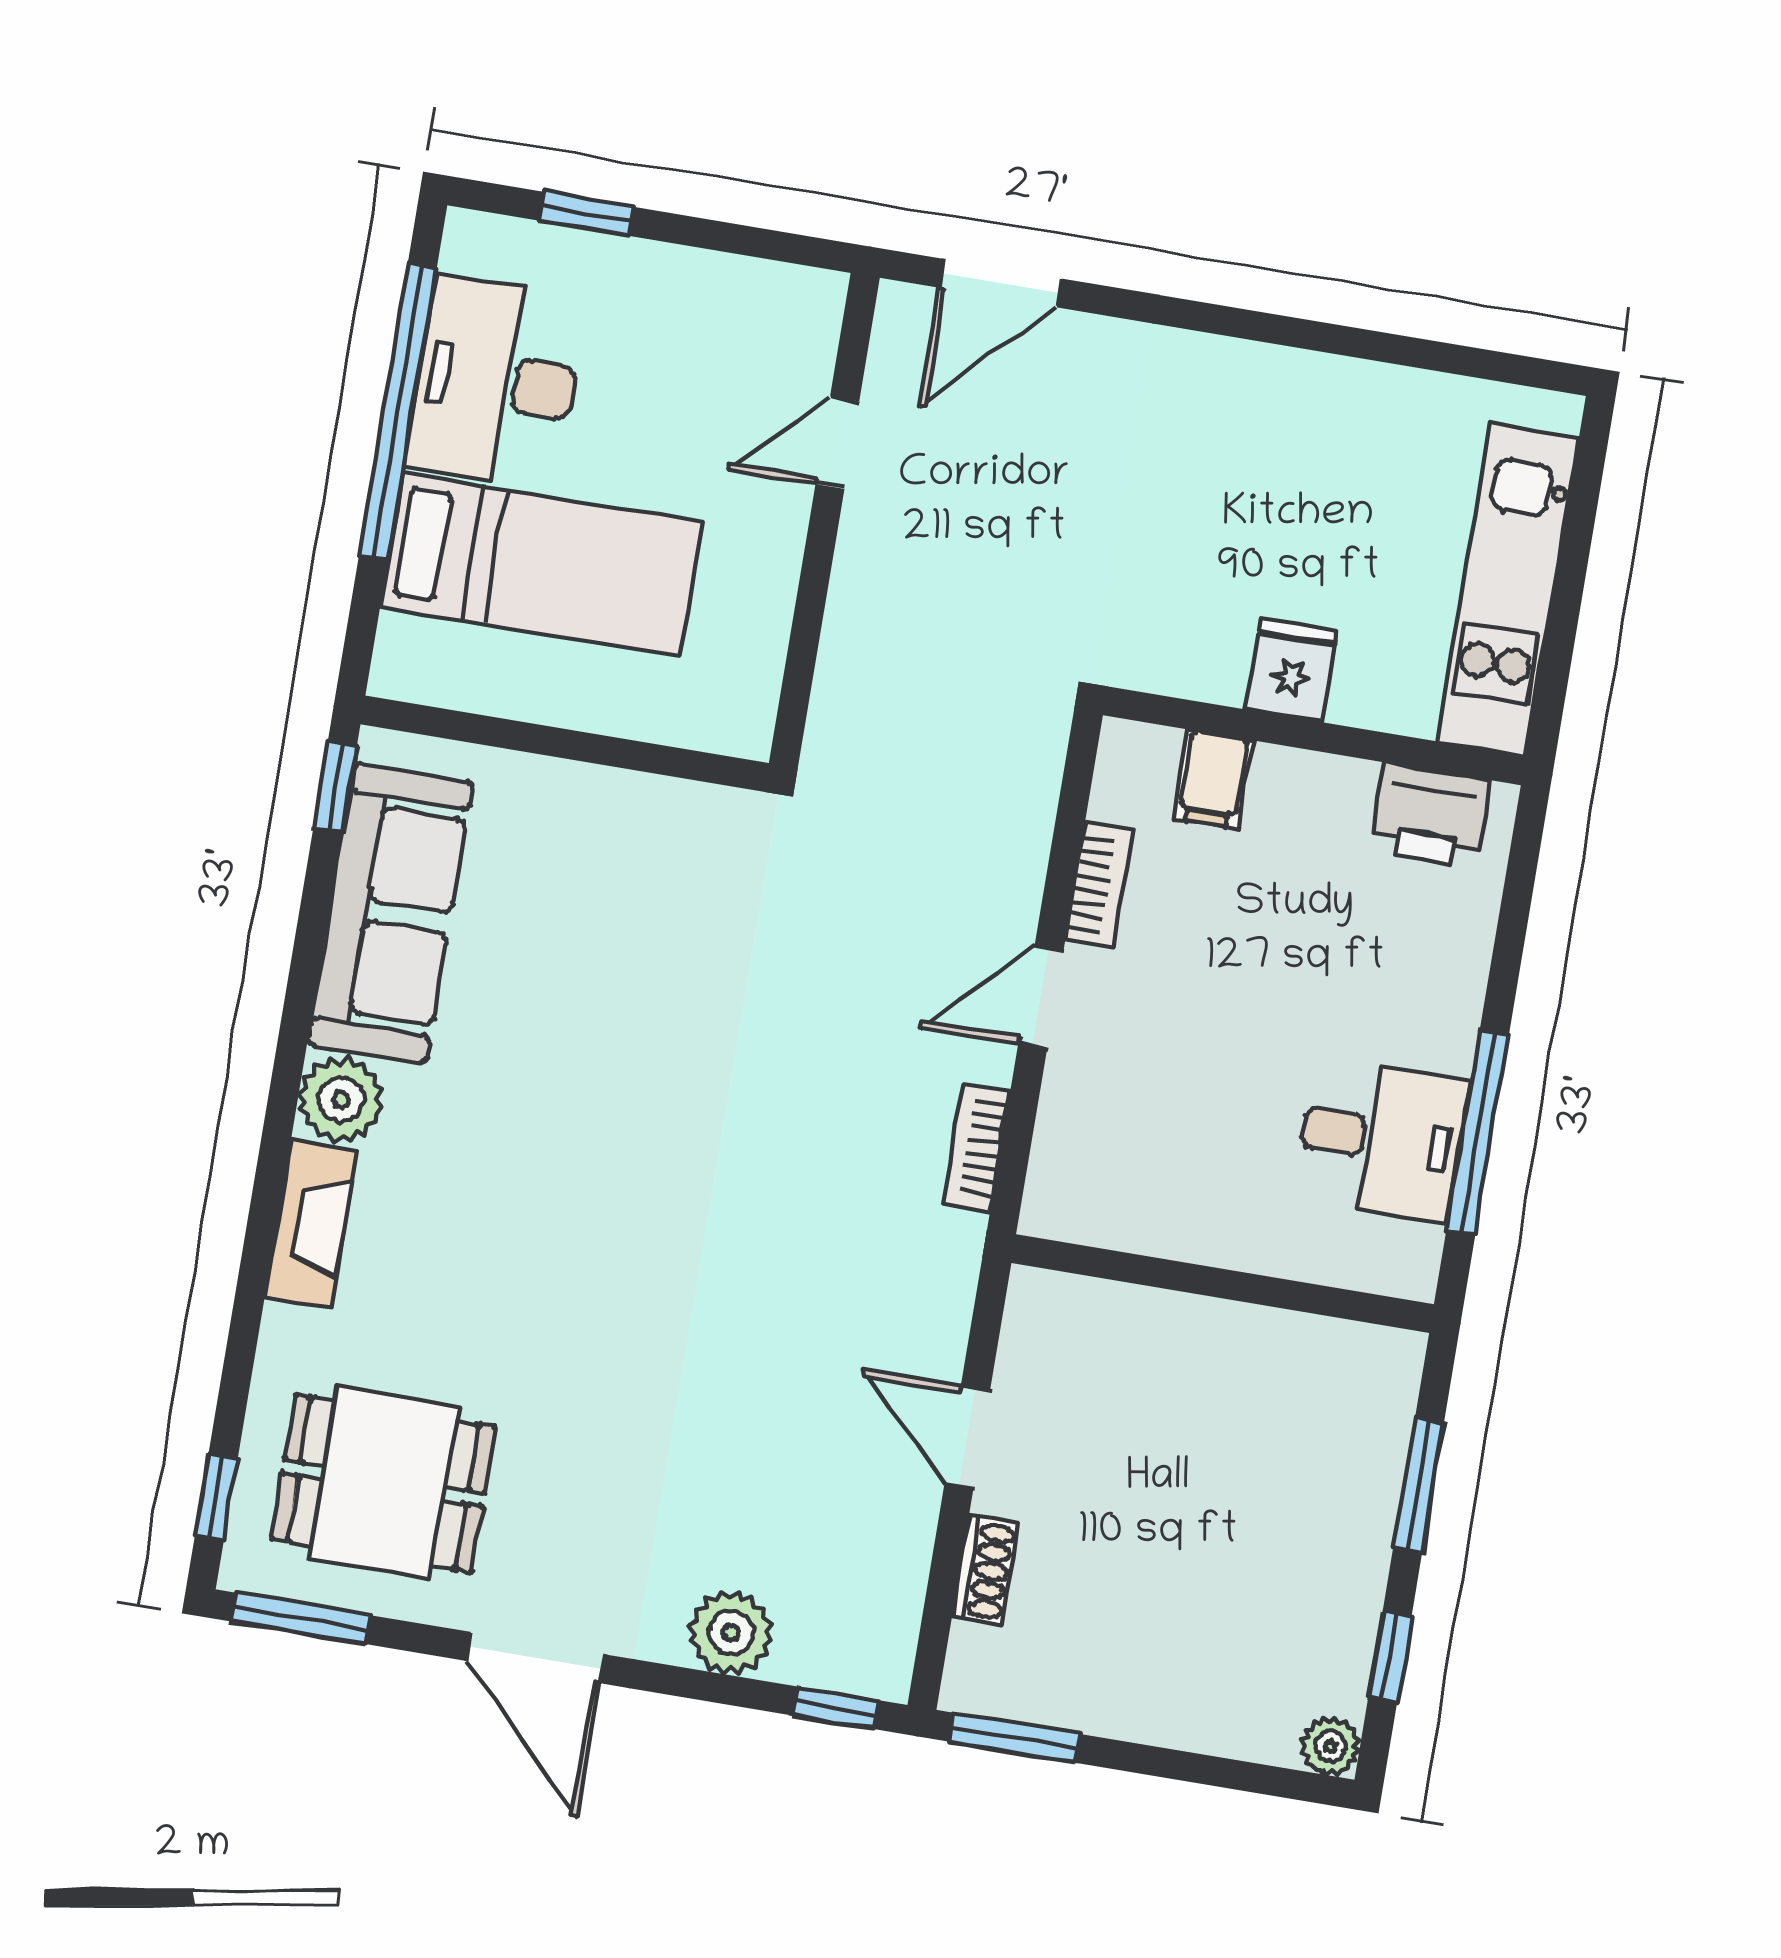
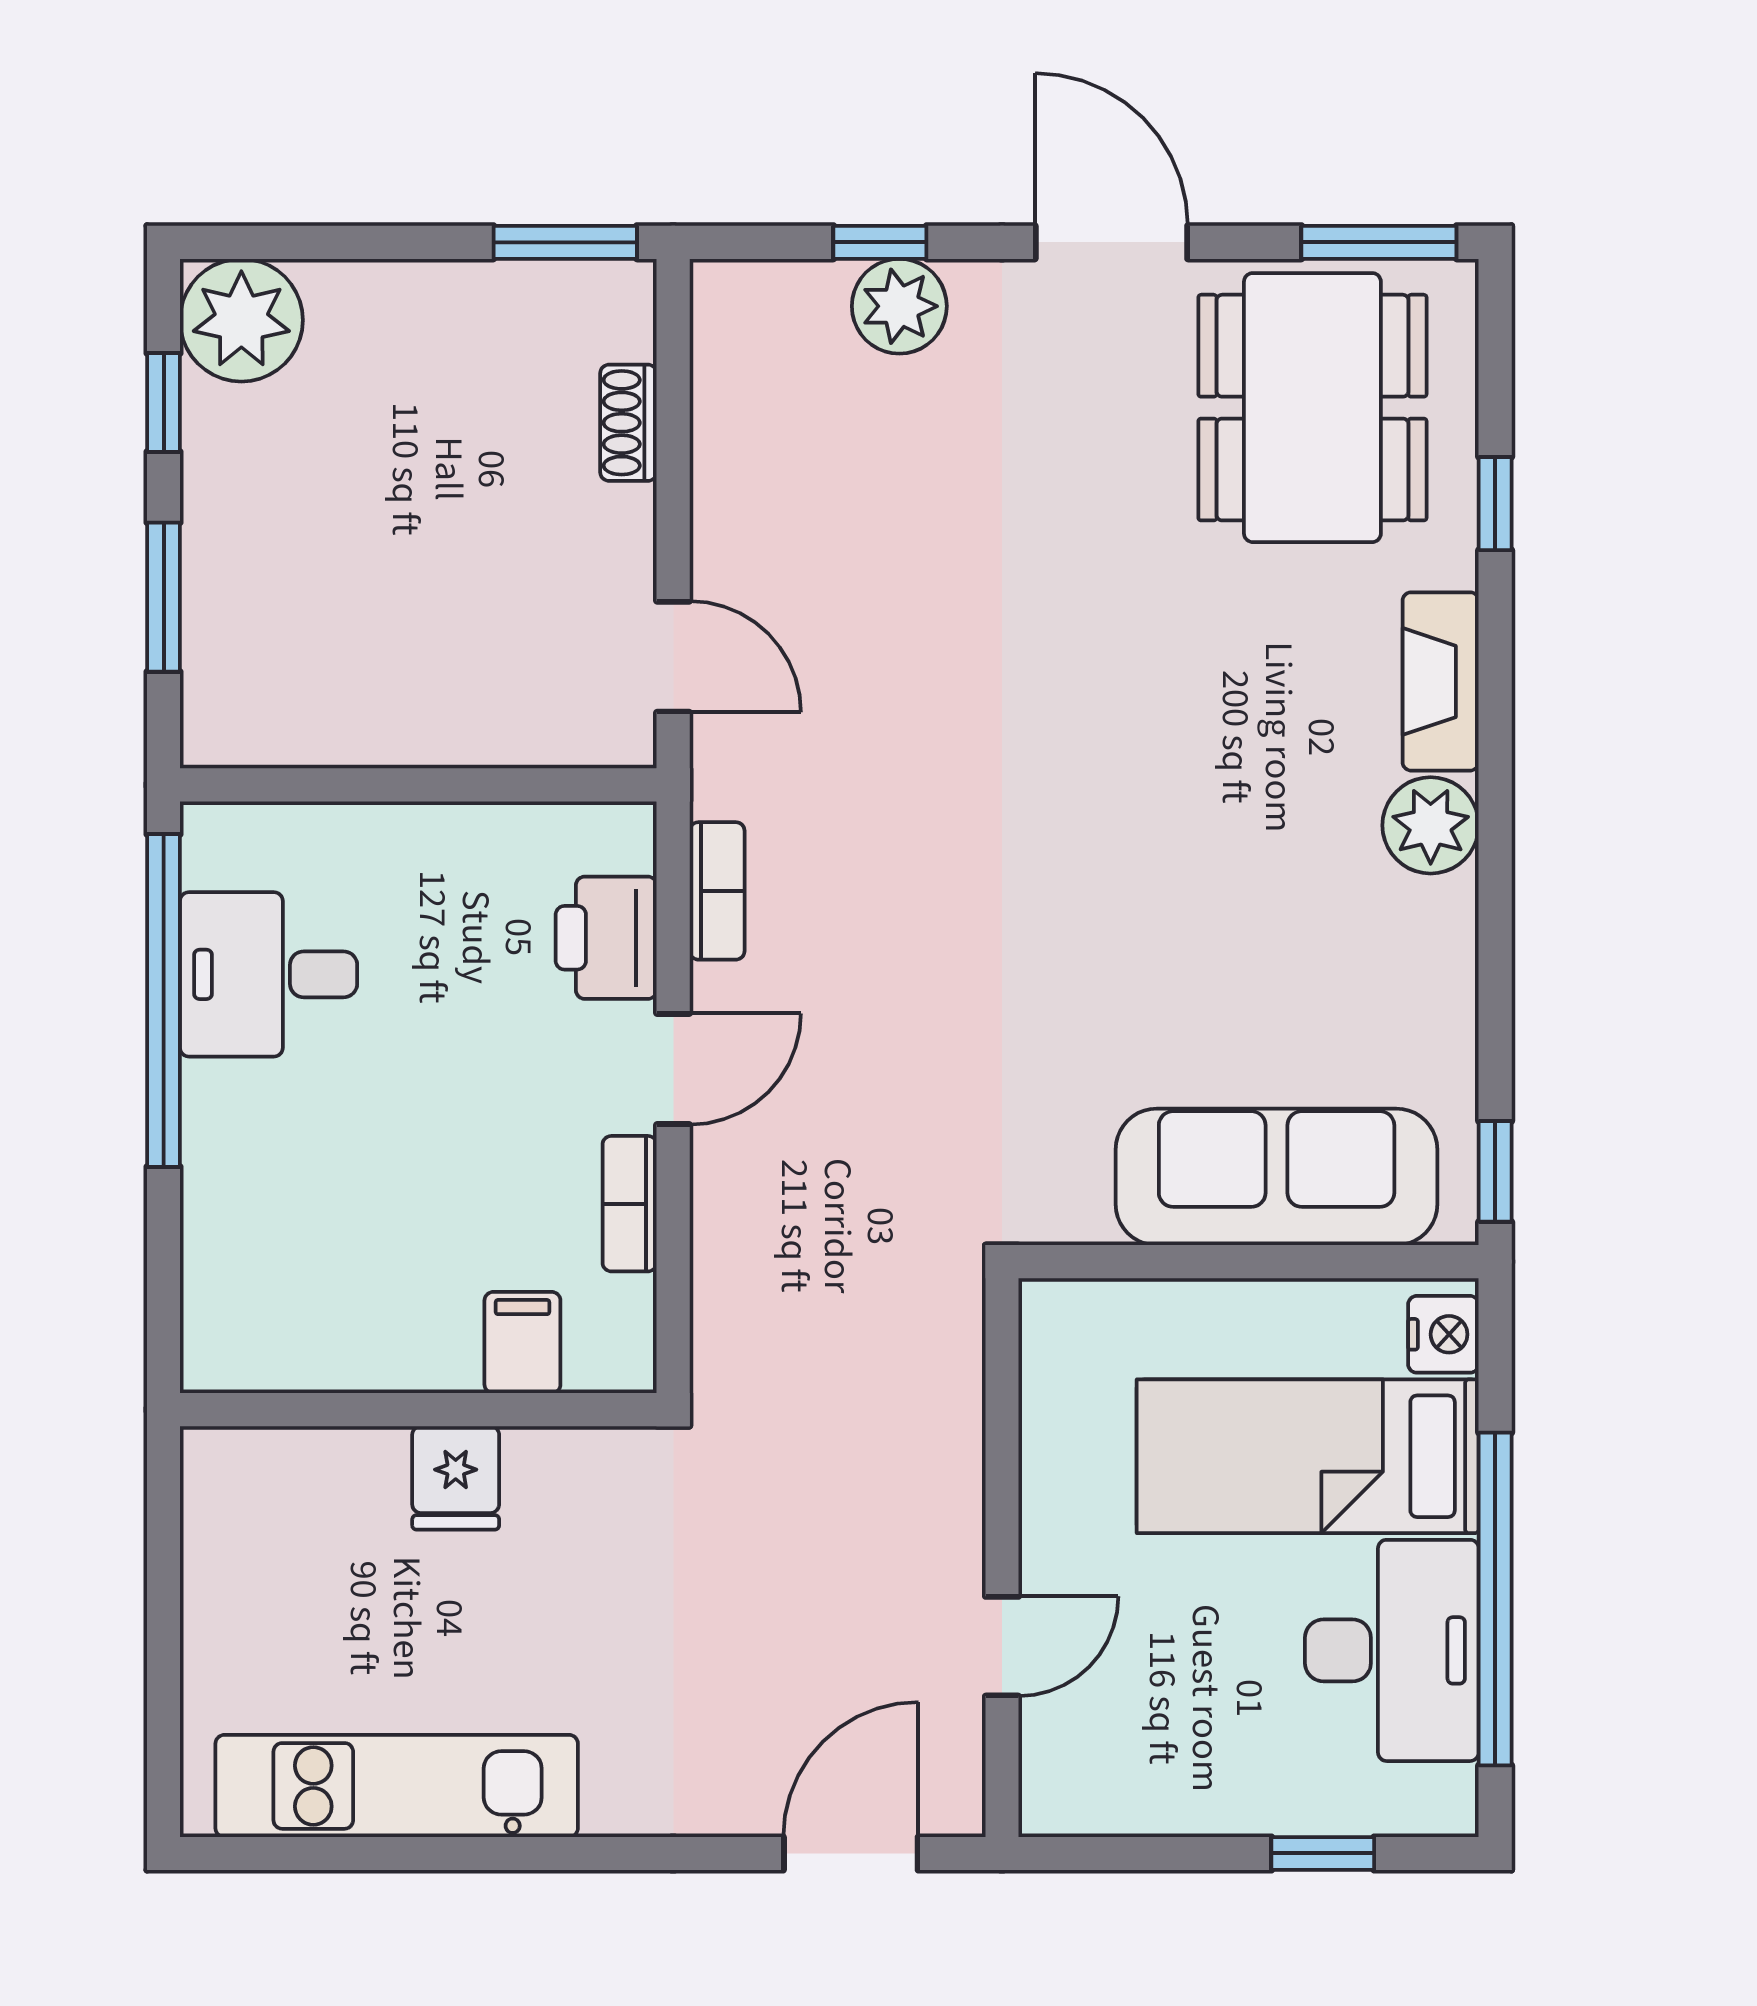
kitchen unit: (1508, 590) -> (397, 1786), moved, turned -90
nightstand: (404, 651) -> (1443, 1334), added
printer: (1430, 816) -> (606, 938), moved, turned -90
sofa: (390, 913) -> (1277, 1177), moved, turned 90
window: (1478, 1132) -> (164, 1001), width x1.46
door: (967, 1437) -> (673, 657), moved
dining table: (383, 1483) -> (1312, 408), width x1.38
window: (216, 1497) -> (1495, 504), moved
window: (835, 1708) -> (880, 242), moved
plant: (1331, 1746) -> (241, 320), width x1.87, depth x1.87

